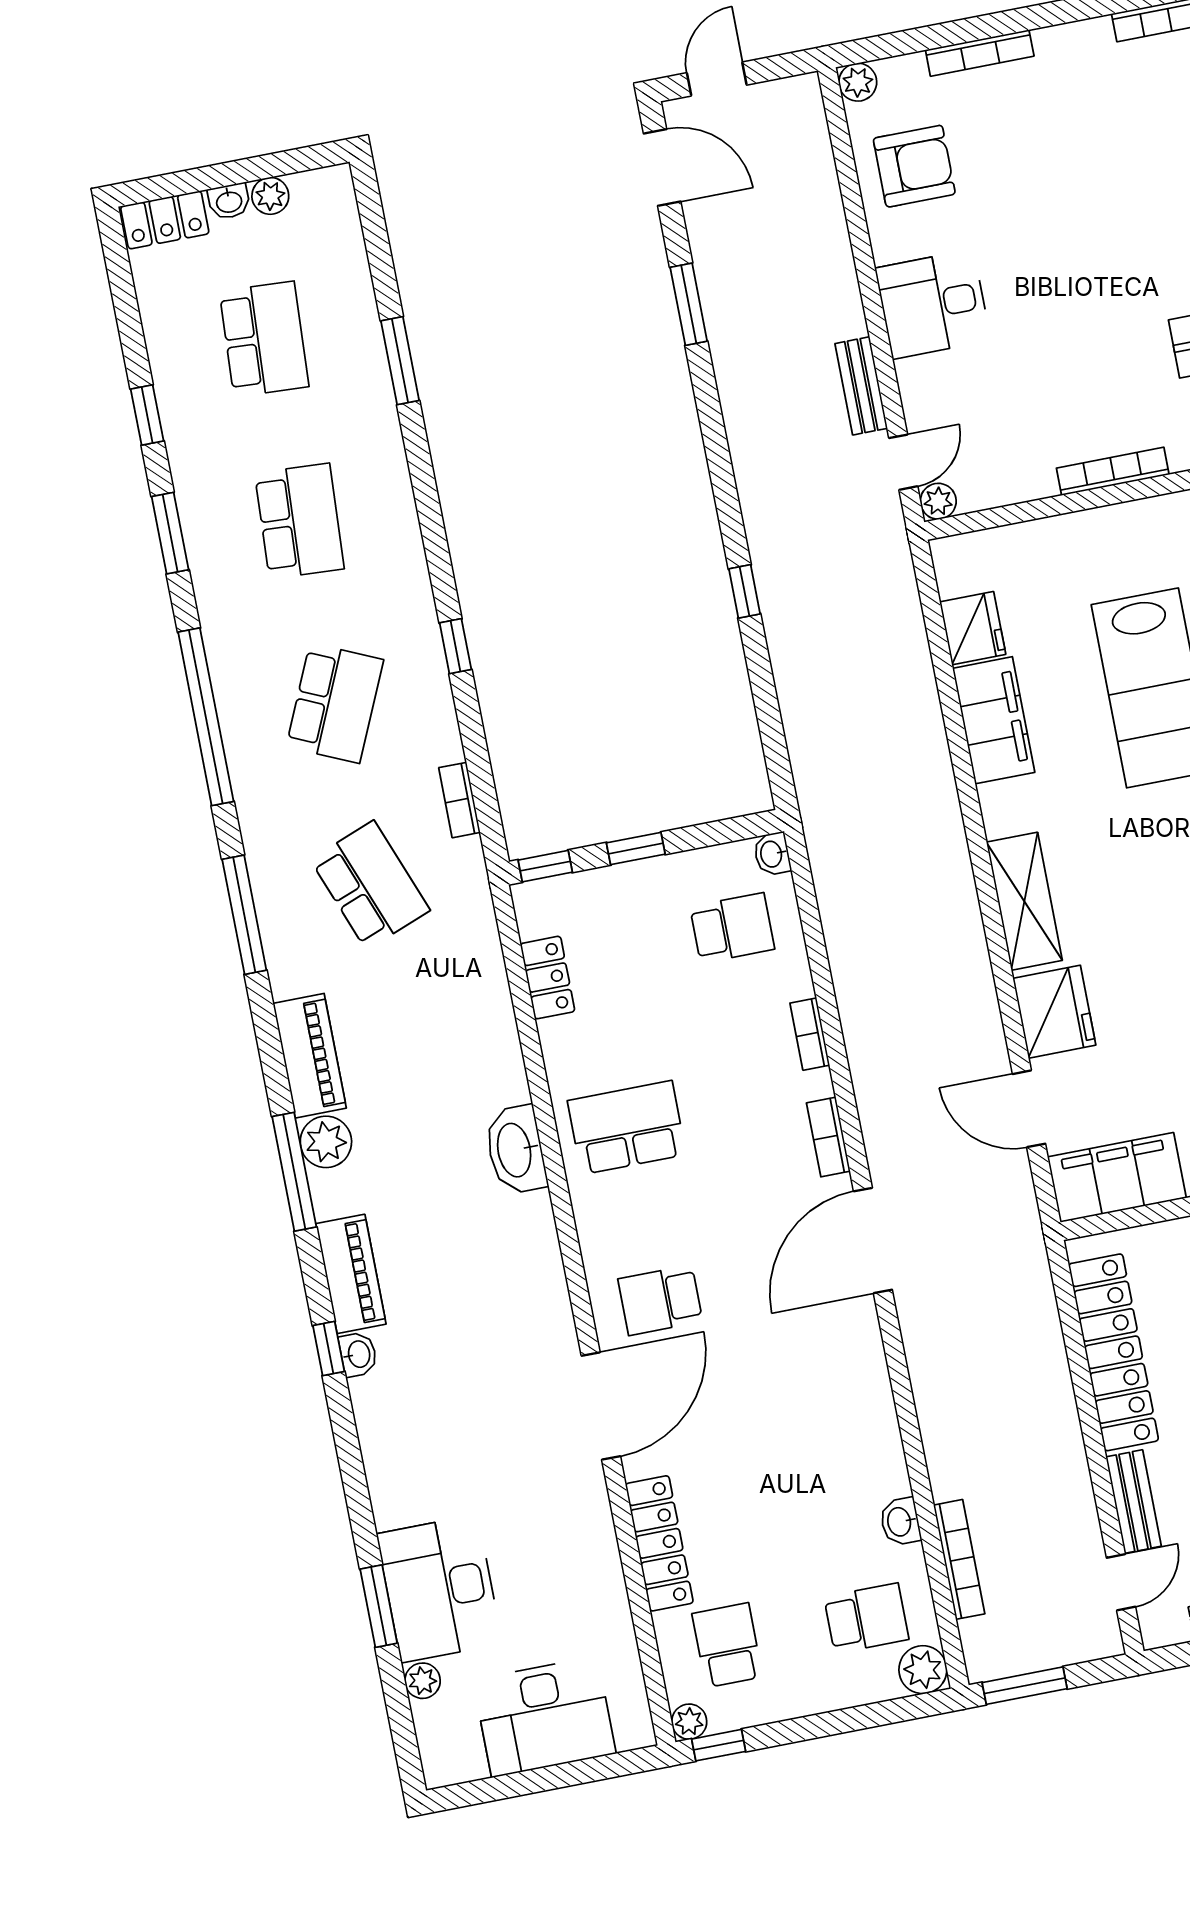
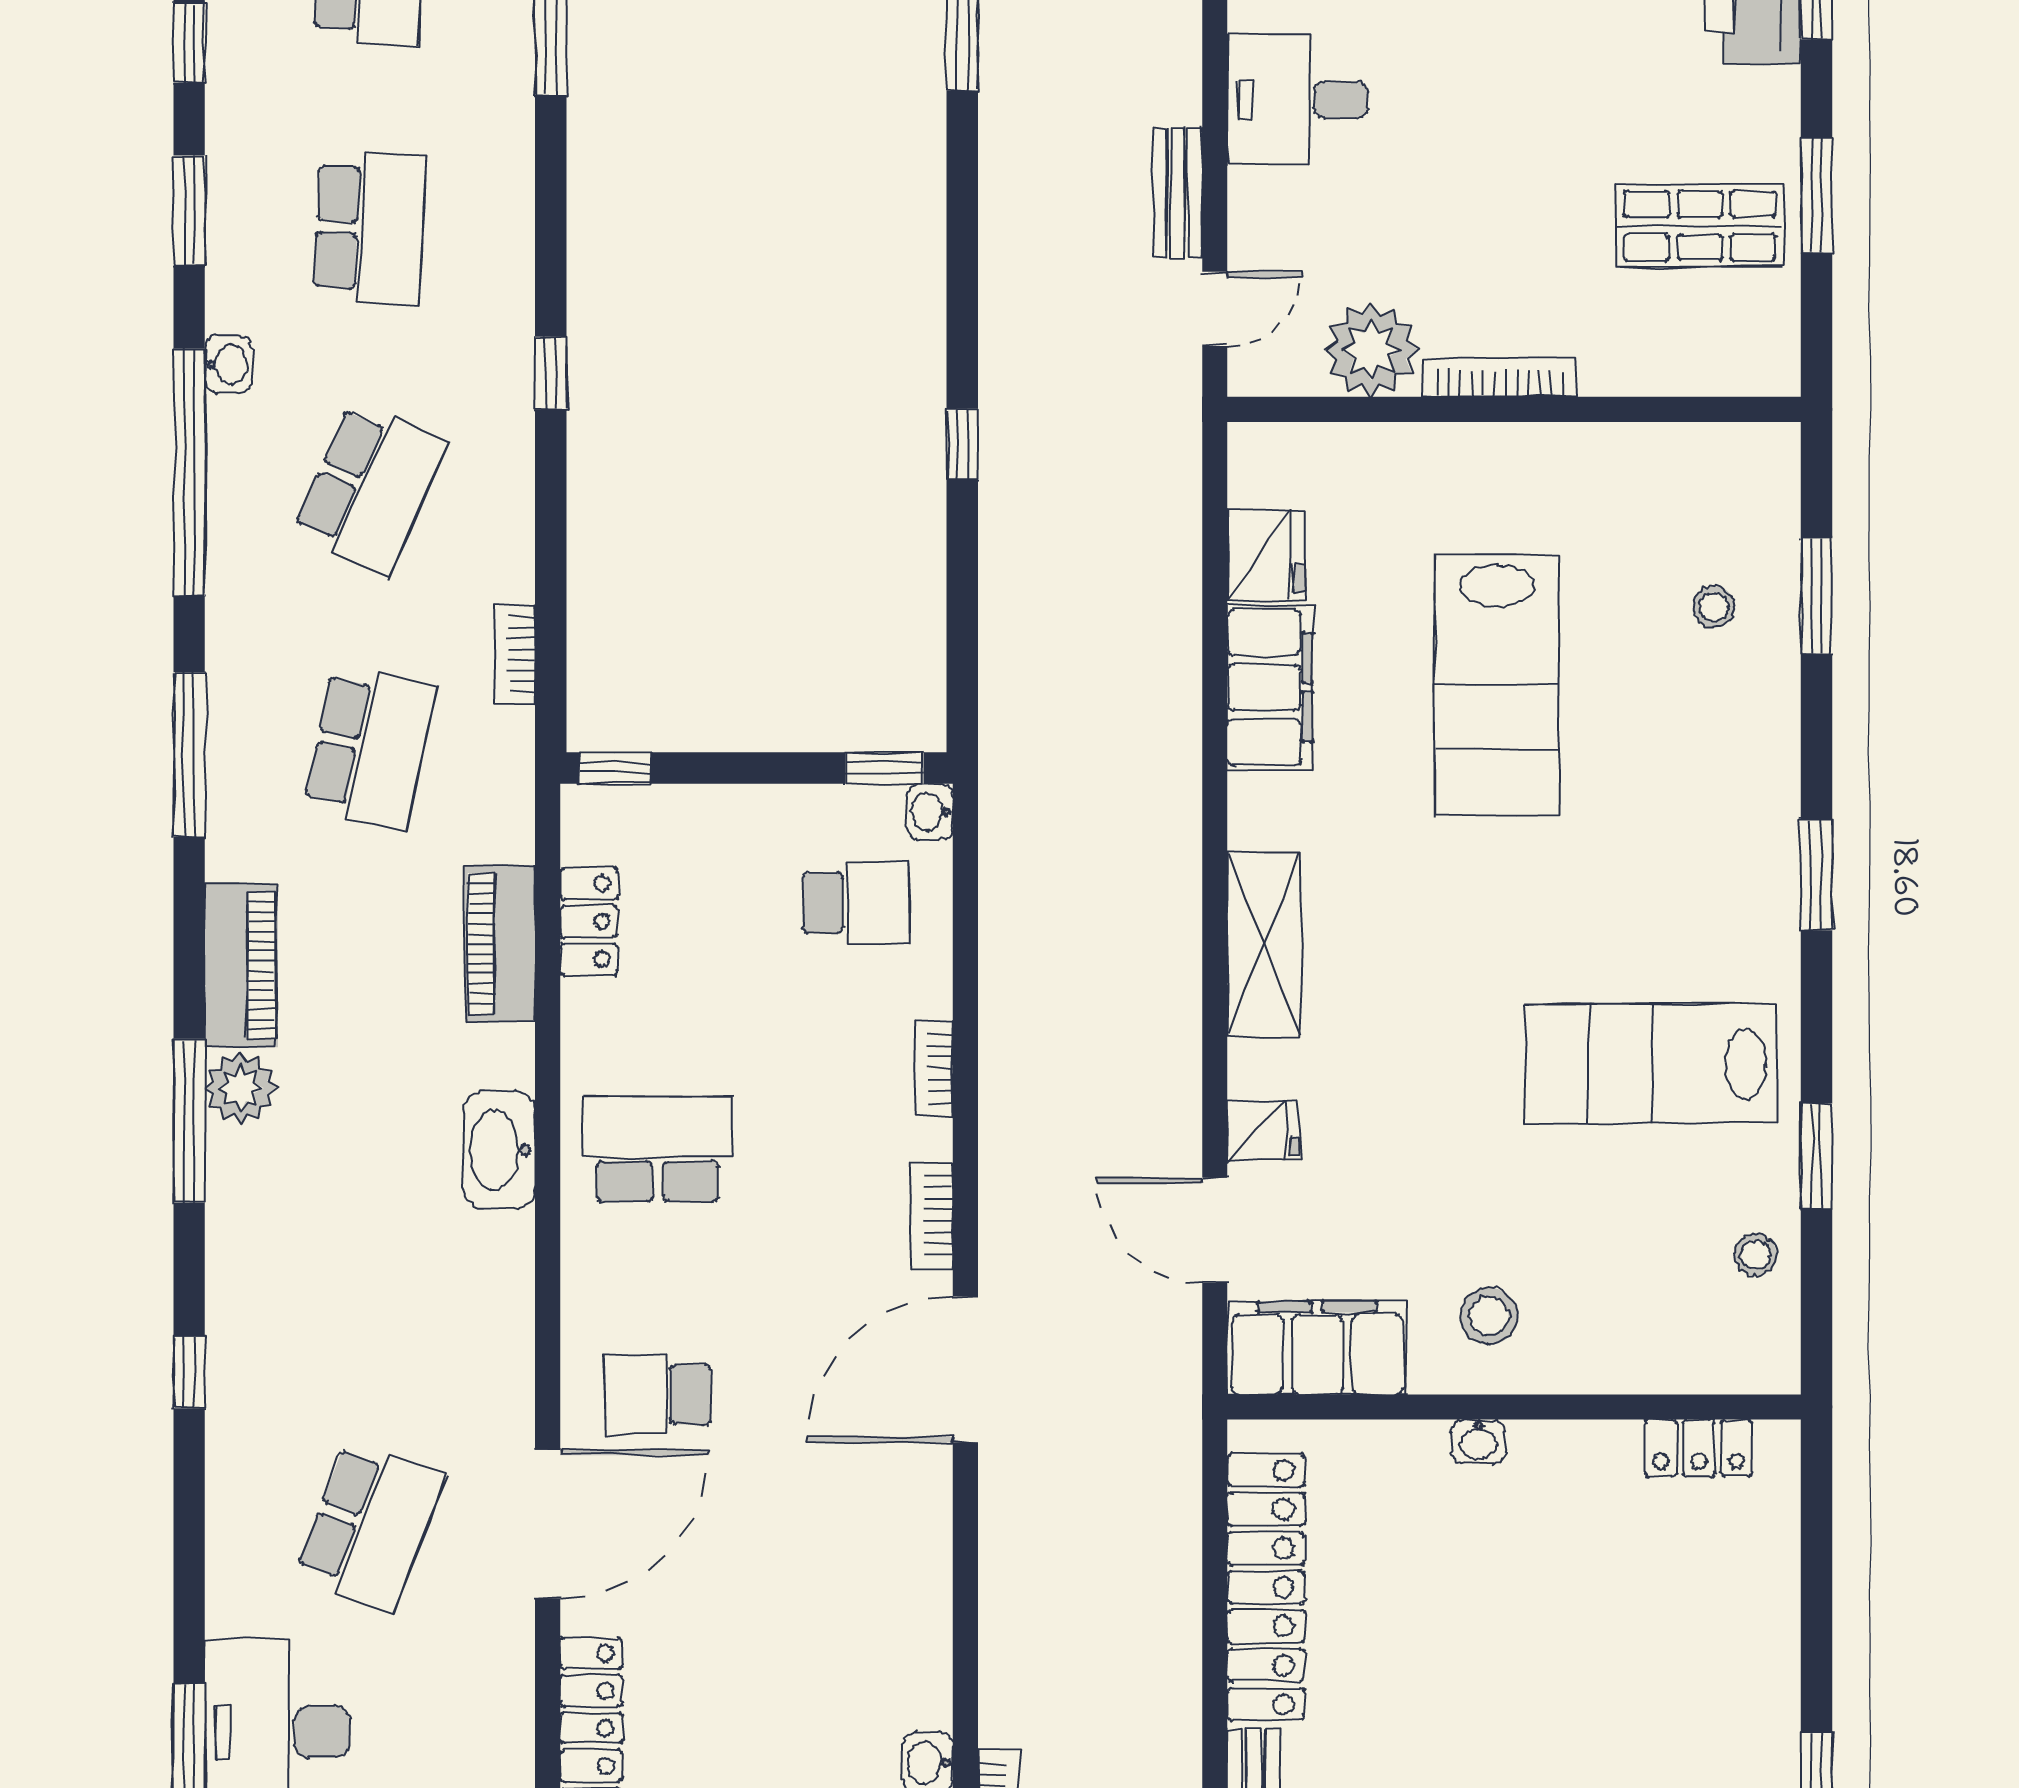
plant: (938, 501) -> (1371, 350), moved, width x1.88, depth x1.88
window: (455, 646) -> (551, 373), moved
window: (636, 849) -> (884, 768), moved
school desk: (370, 885) -> (370, 747), turned 33
fridge: (1054, 1012) -> (1263, 1131), width x0.53, depth x0.75
piano: (351, 1274) -> (500, 944), moved, turned 180
washbasin: (358, 1354) -> (228, 364), moved
school desk: (476, 1431) -> (370, 1525), added

